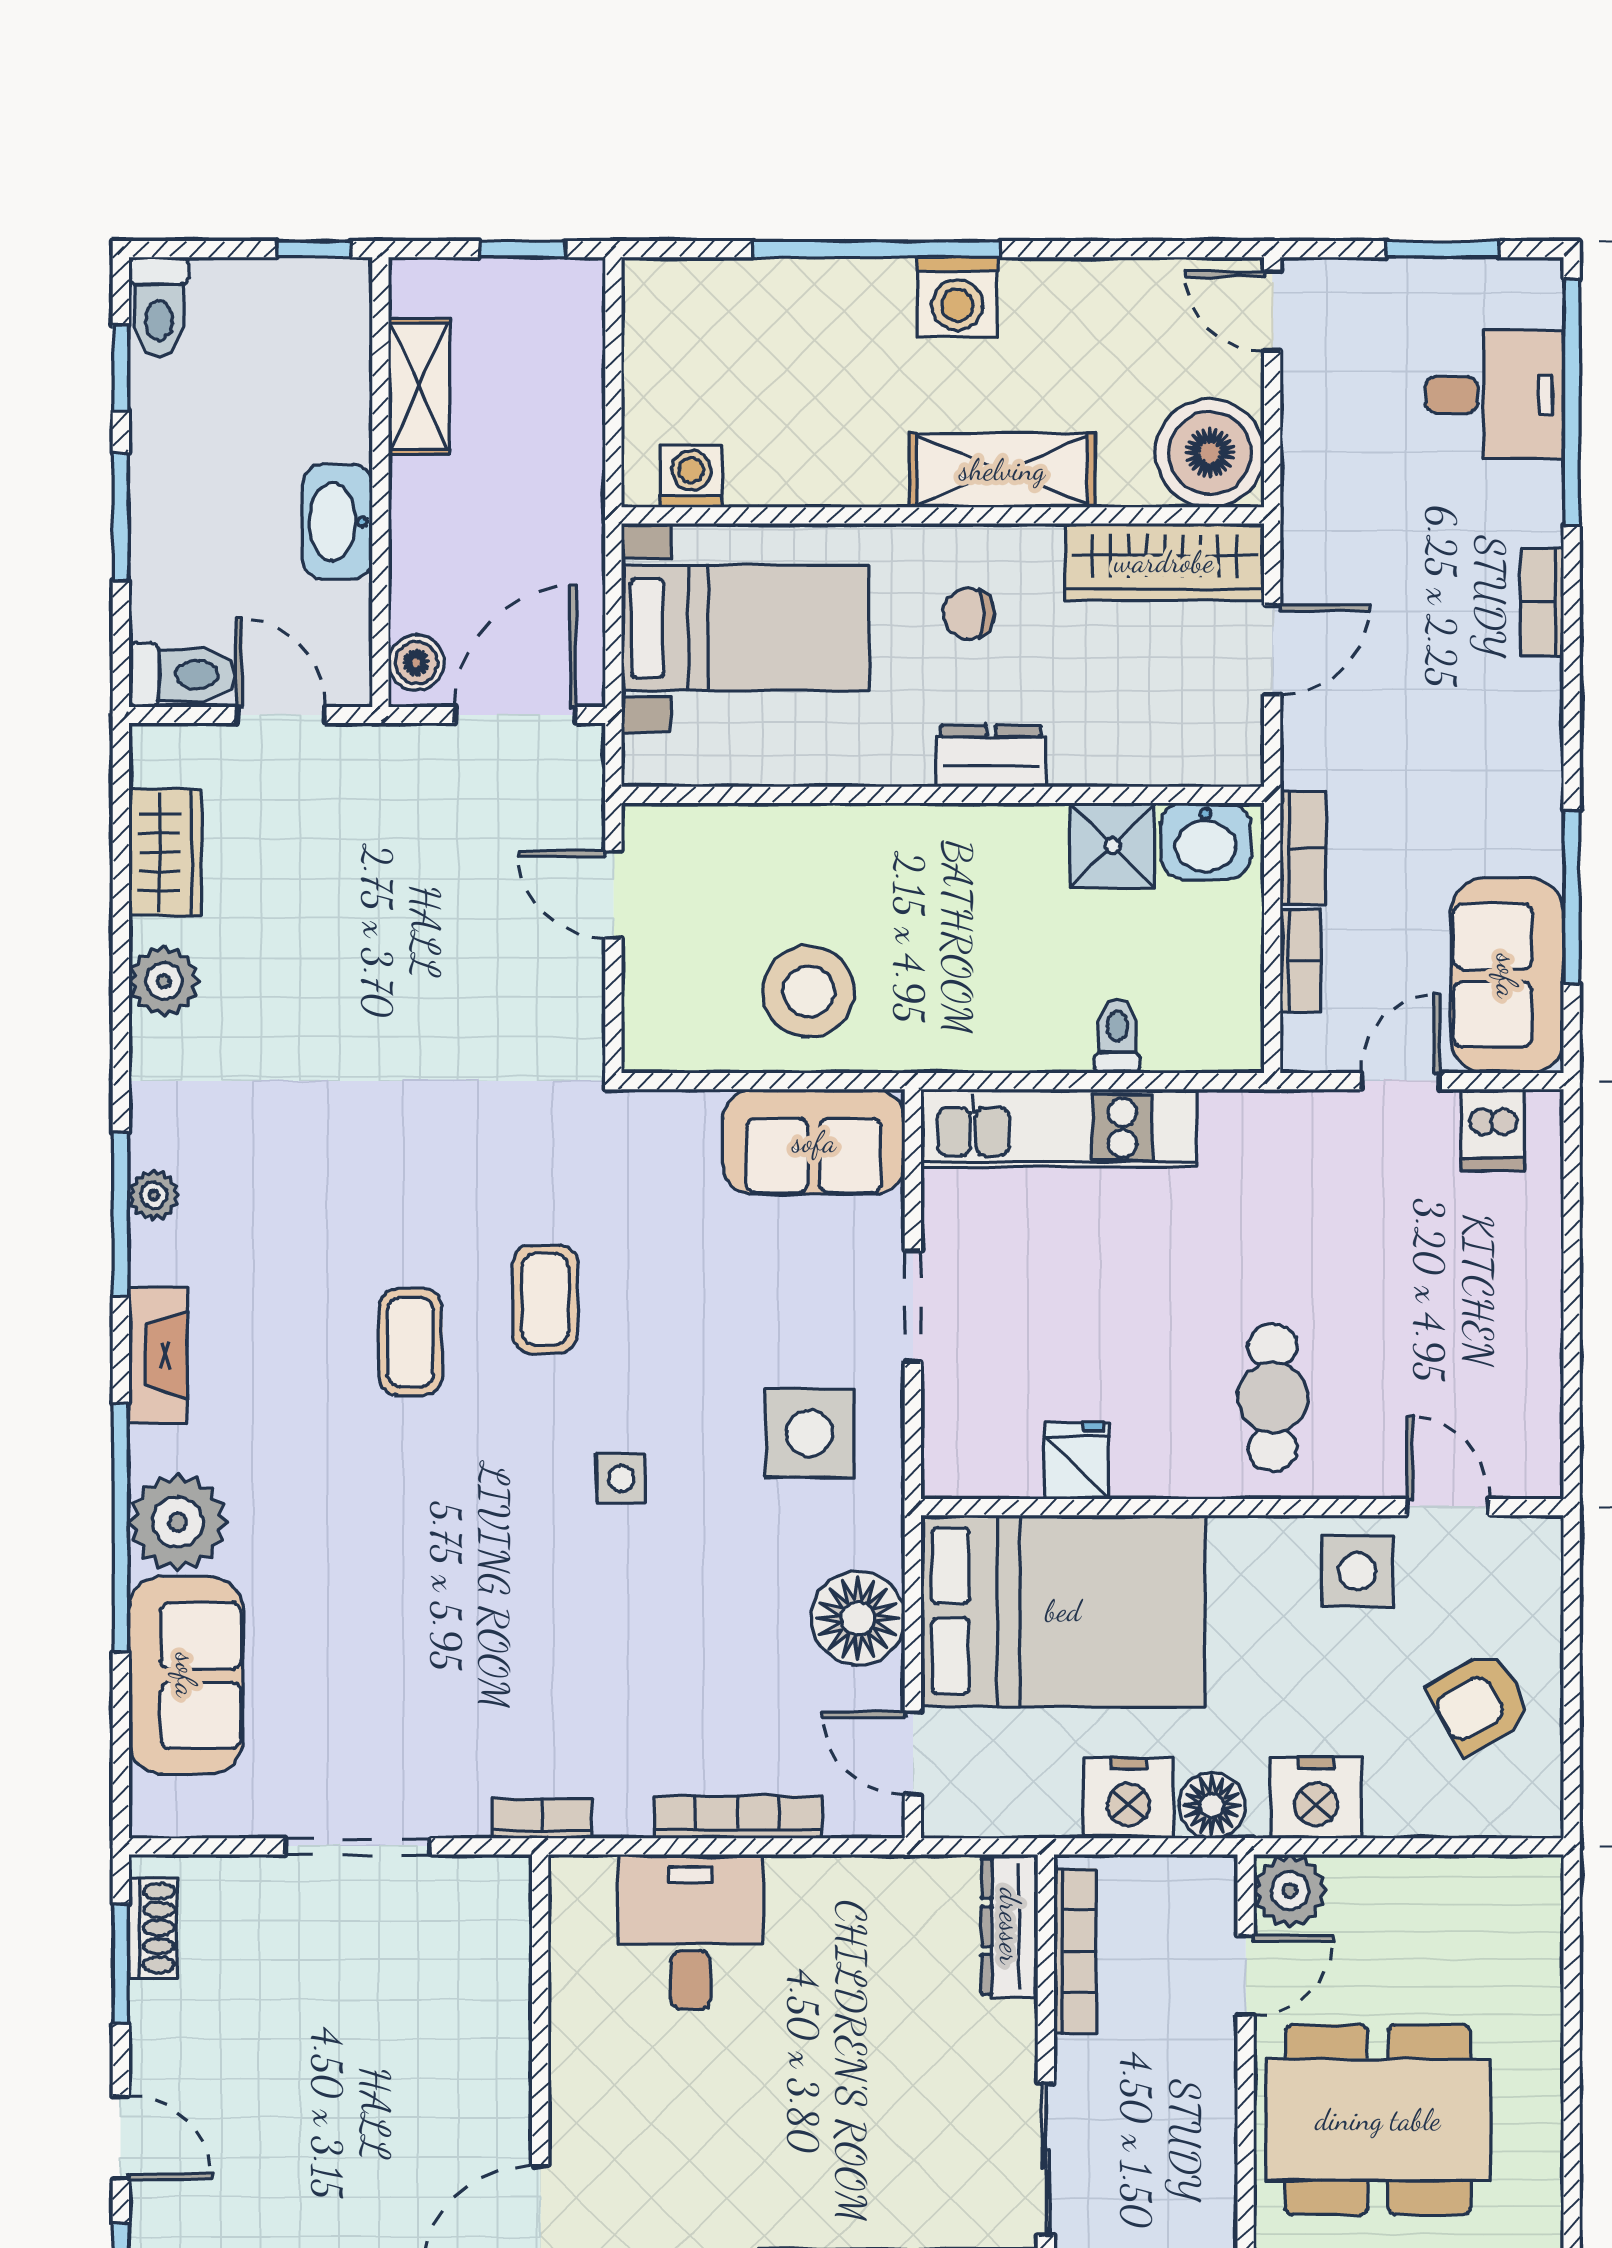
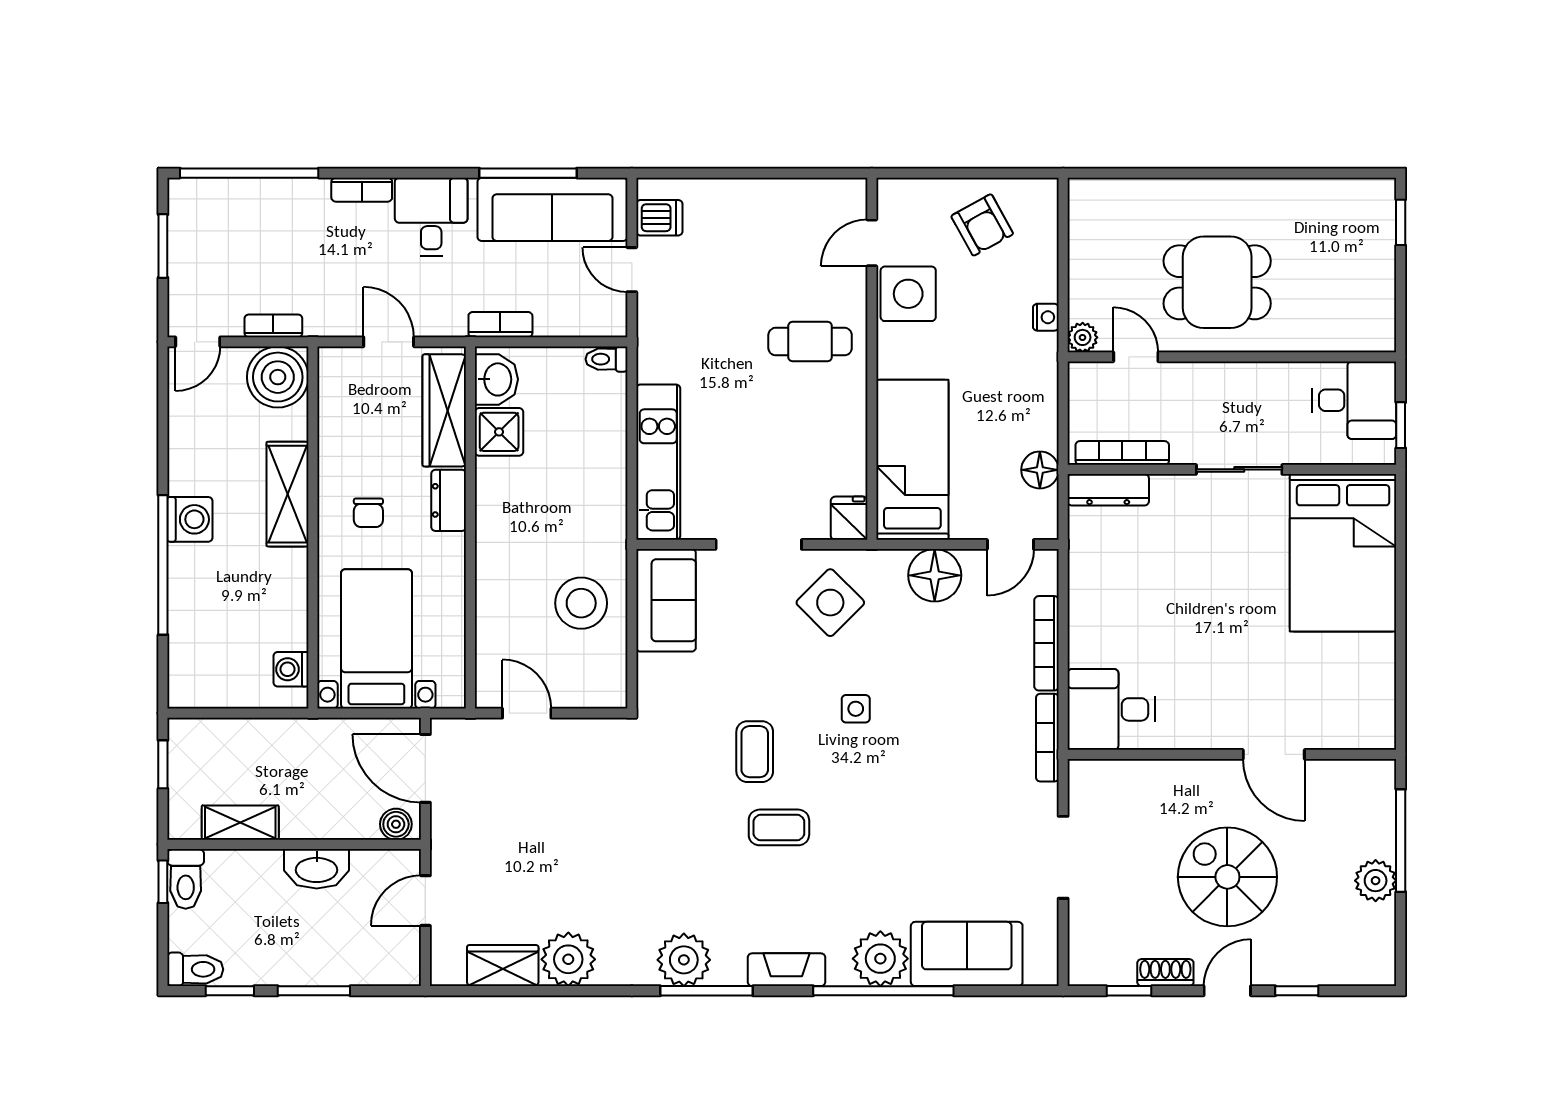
desk: (1494, 395) -> (431, 217), moved
wardrobe: (1164, 562) -> (444, 410), moved, turned 180
toilet: (182, 675) -> (186, 879), moved, turned 180
door: (613, 895) -> (527, 713), swing flipped
bookcase: (1301, 961) -> (273, 326), moved
sofa: (1507, 976) -> (552, 209), width x1.36
plant: (164, 981) -> (568, 959), width x1.36, depth x1.36
toilet: (1117, 1036) -> (606, 359), moved
plant: (154, 1195) -> (684, 960), width x1.88, depth x1.88
coffee table: (545, 1299) -> (755, 752), turned 90
doorway: (913, 1306) -> (759, 544), width x1.38
side table: (810, 1433) -> (830, 603), turned 45
fridge: (1077, 1461) -> (849, 518), moved, turned 90
side table: (1357, 1571) -> (908, 294), width x1.37, depth x1.37
bed: (1063, 1611) -> (912, 460), width x0.67
nightstand: (1128, 1798) -> (1036, 423), removed
nightstand: (1316, 1798) -> (1046, 317), width x0.53, depth x0.56
floor lamp: (1212, 1805) -> (1040, 470), moved
bookcase: (542, 1818) -> (1047, 738), width x1.56
plant: (1290, 1891) -> (1083, 337), width x0.73, depth x0.73
shoe rack: (153, 1928) -> (1165, 973), moved
desk: (691, 1932) -> (1111, 709), moved
window: (121, 1963) -> (1129, 991), width x0.67
dining table: (1378, 2120) -> (1217, 282), width x0.73
spiral stairs: (323, 2138) -> (1227, 877), added

